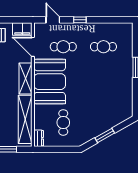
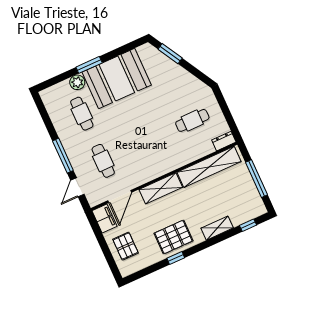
window: (80, 20) -> (63, 156), width x2.17
plant: (127, 54) -> (77, 82), added
booth: (50, 82) -> (117, 79), moved
window: (105, 135) -> (170, 54), moved

